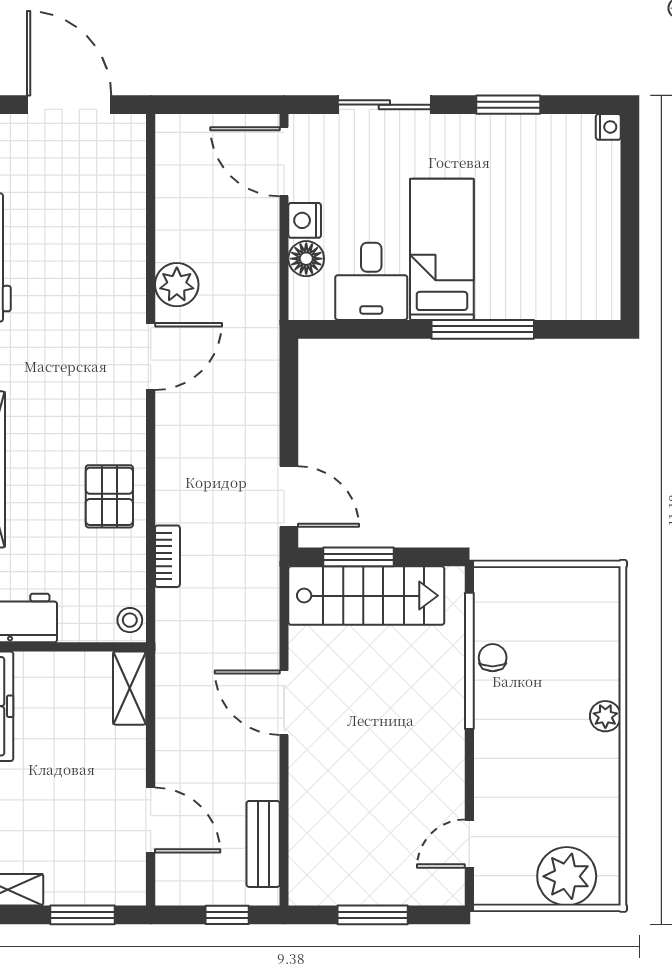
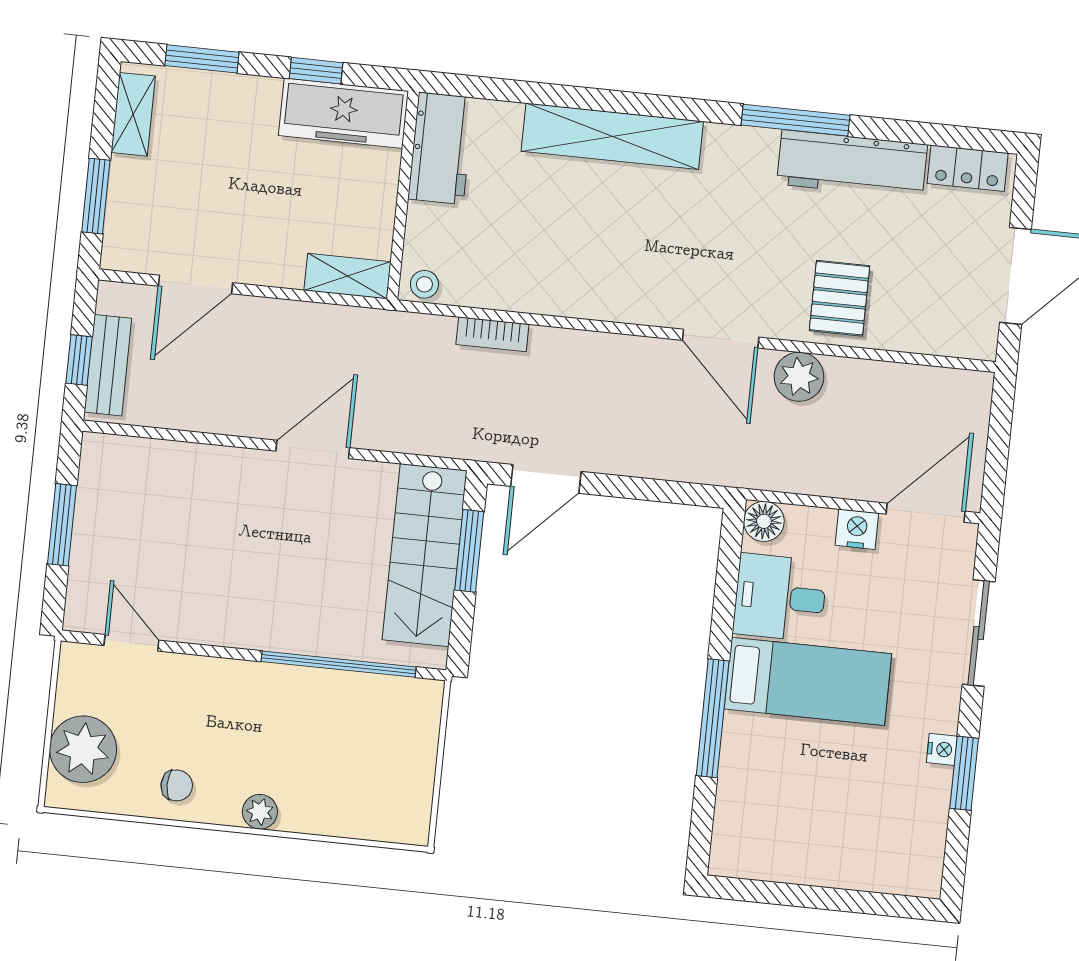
nightstand: (608, 127) -> (942, 749), moved, turned -90
floor lamp: (306, 259) -> (764, 521), moved
pallet: (109, 496) -> (839, 298), moved, turned 90
chair: (493, 658) -> (177, 785), moved
bench: (263, 844) -> (108, 365), moved, turned 90

